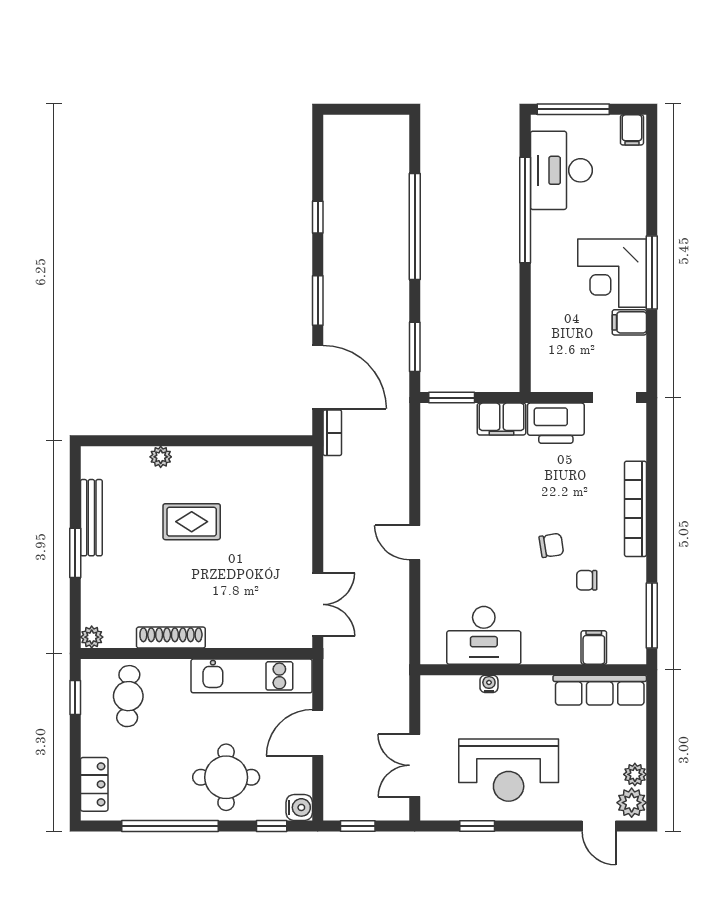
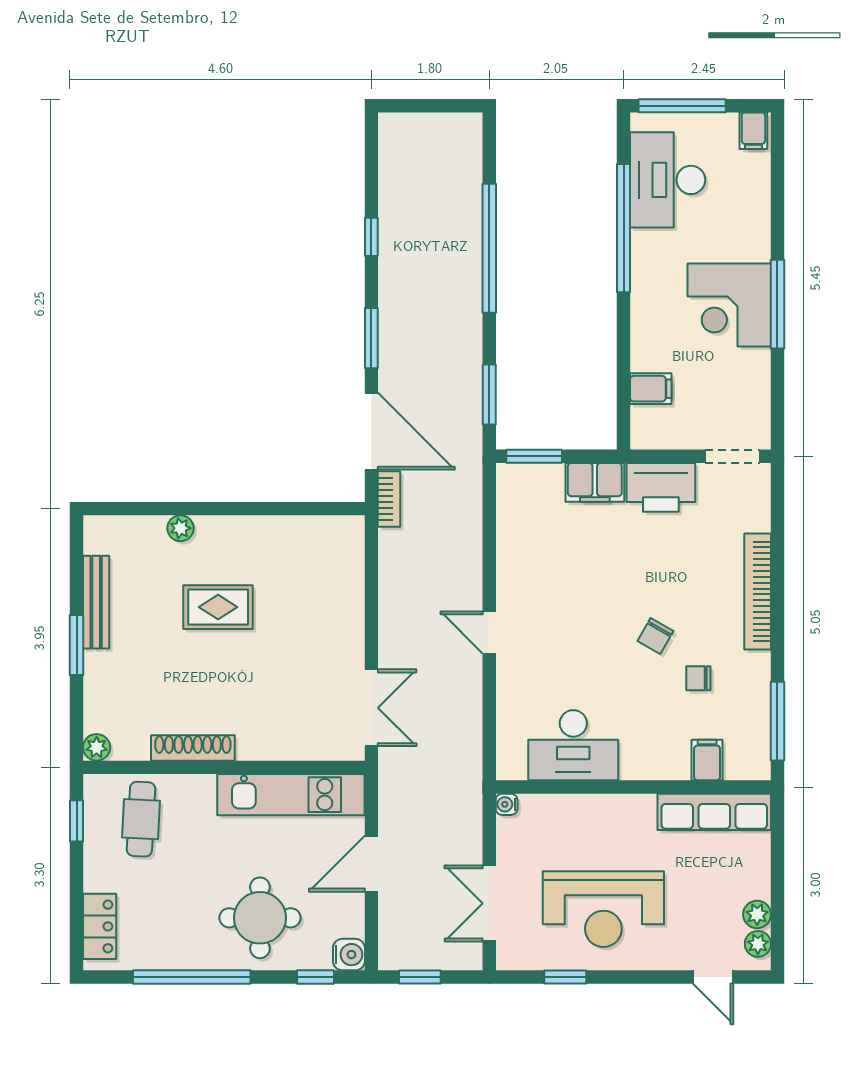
filing cabinet: (629, 322) -> (651, 389), moved, turned 180
chair: (551, 545) -> (655, 636), turned 129
water cooler: (489, 684) -> (507, 804), moved, turned -90
plant: (632, 803) -> (758, 944), width x0.73, depth x0.73

